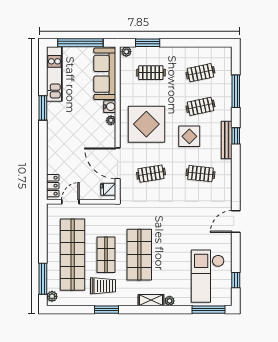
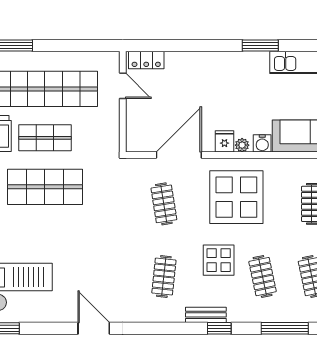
bench: (227, 140) -> (206, 315), width x0.73
fridge: (108, 189) -> (224, 141), moved

